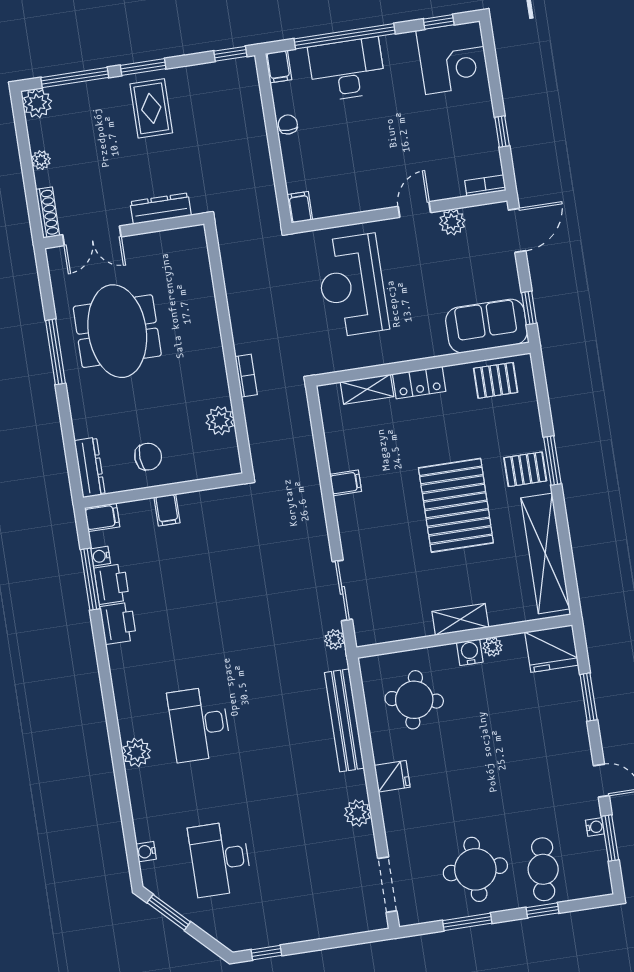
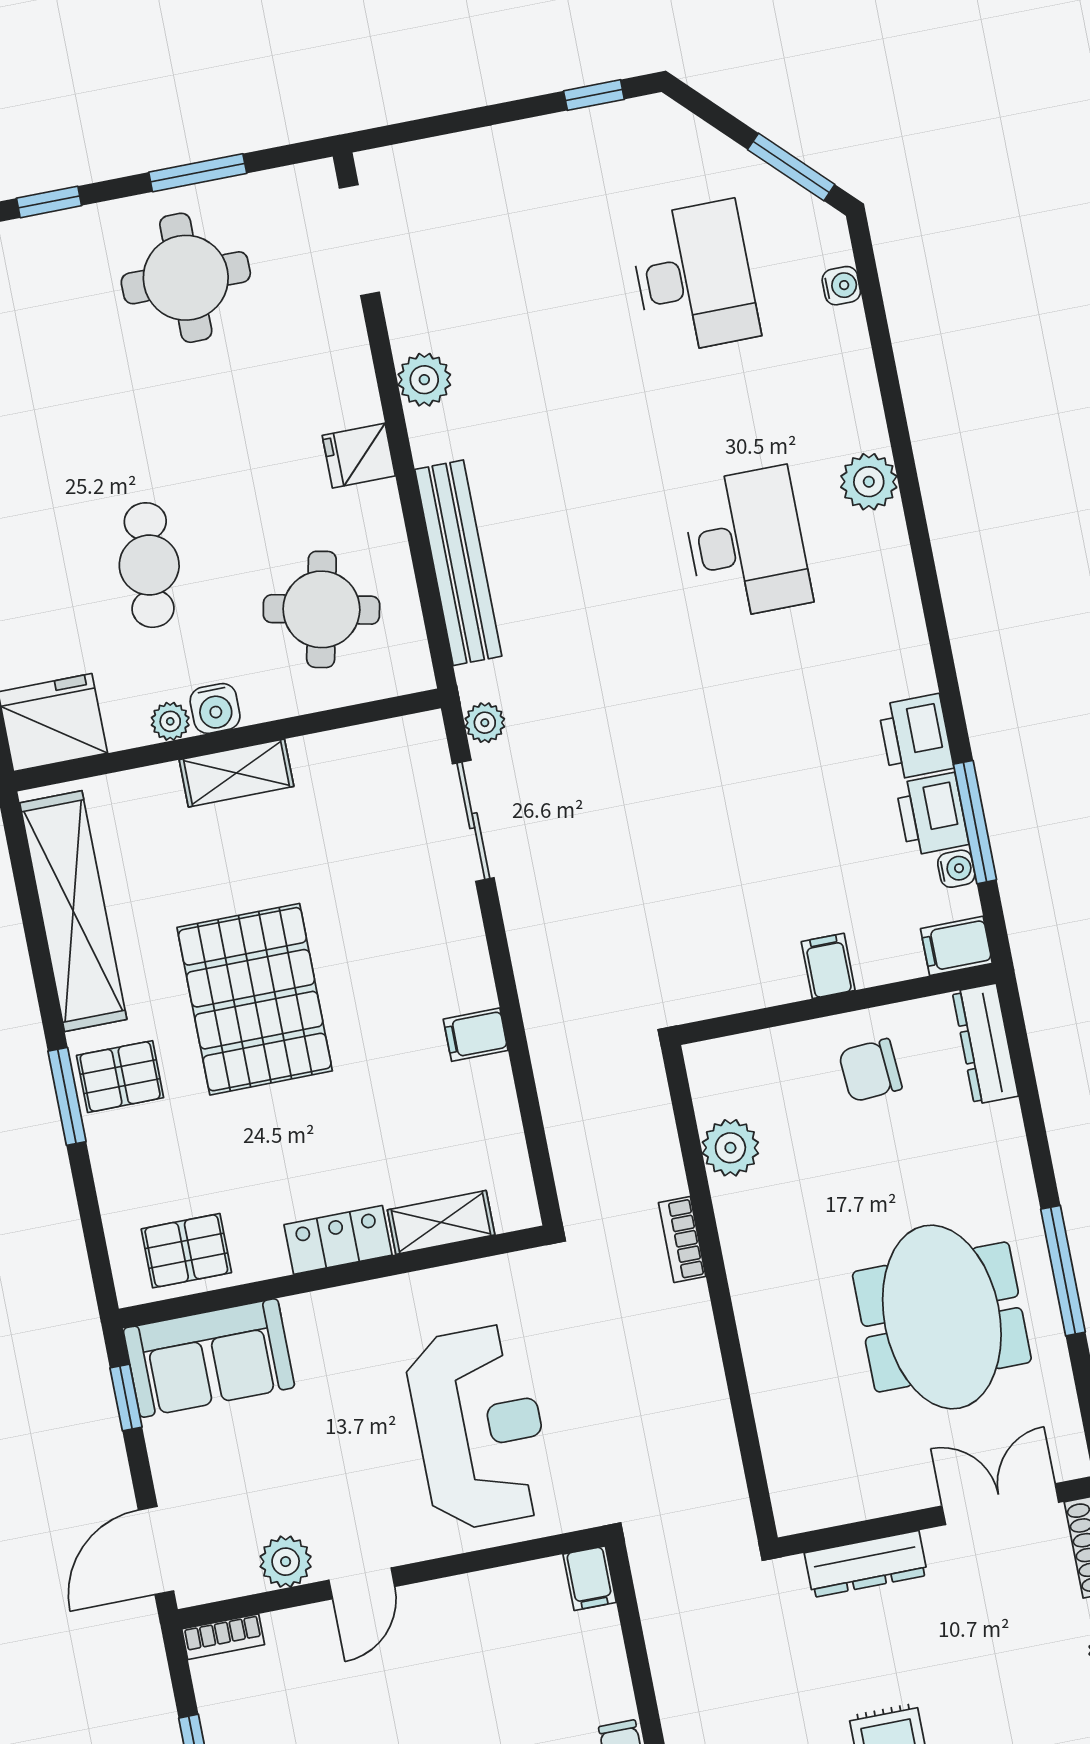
cafe table: (543, 869) -> (149, 565), moved

